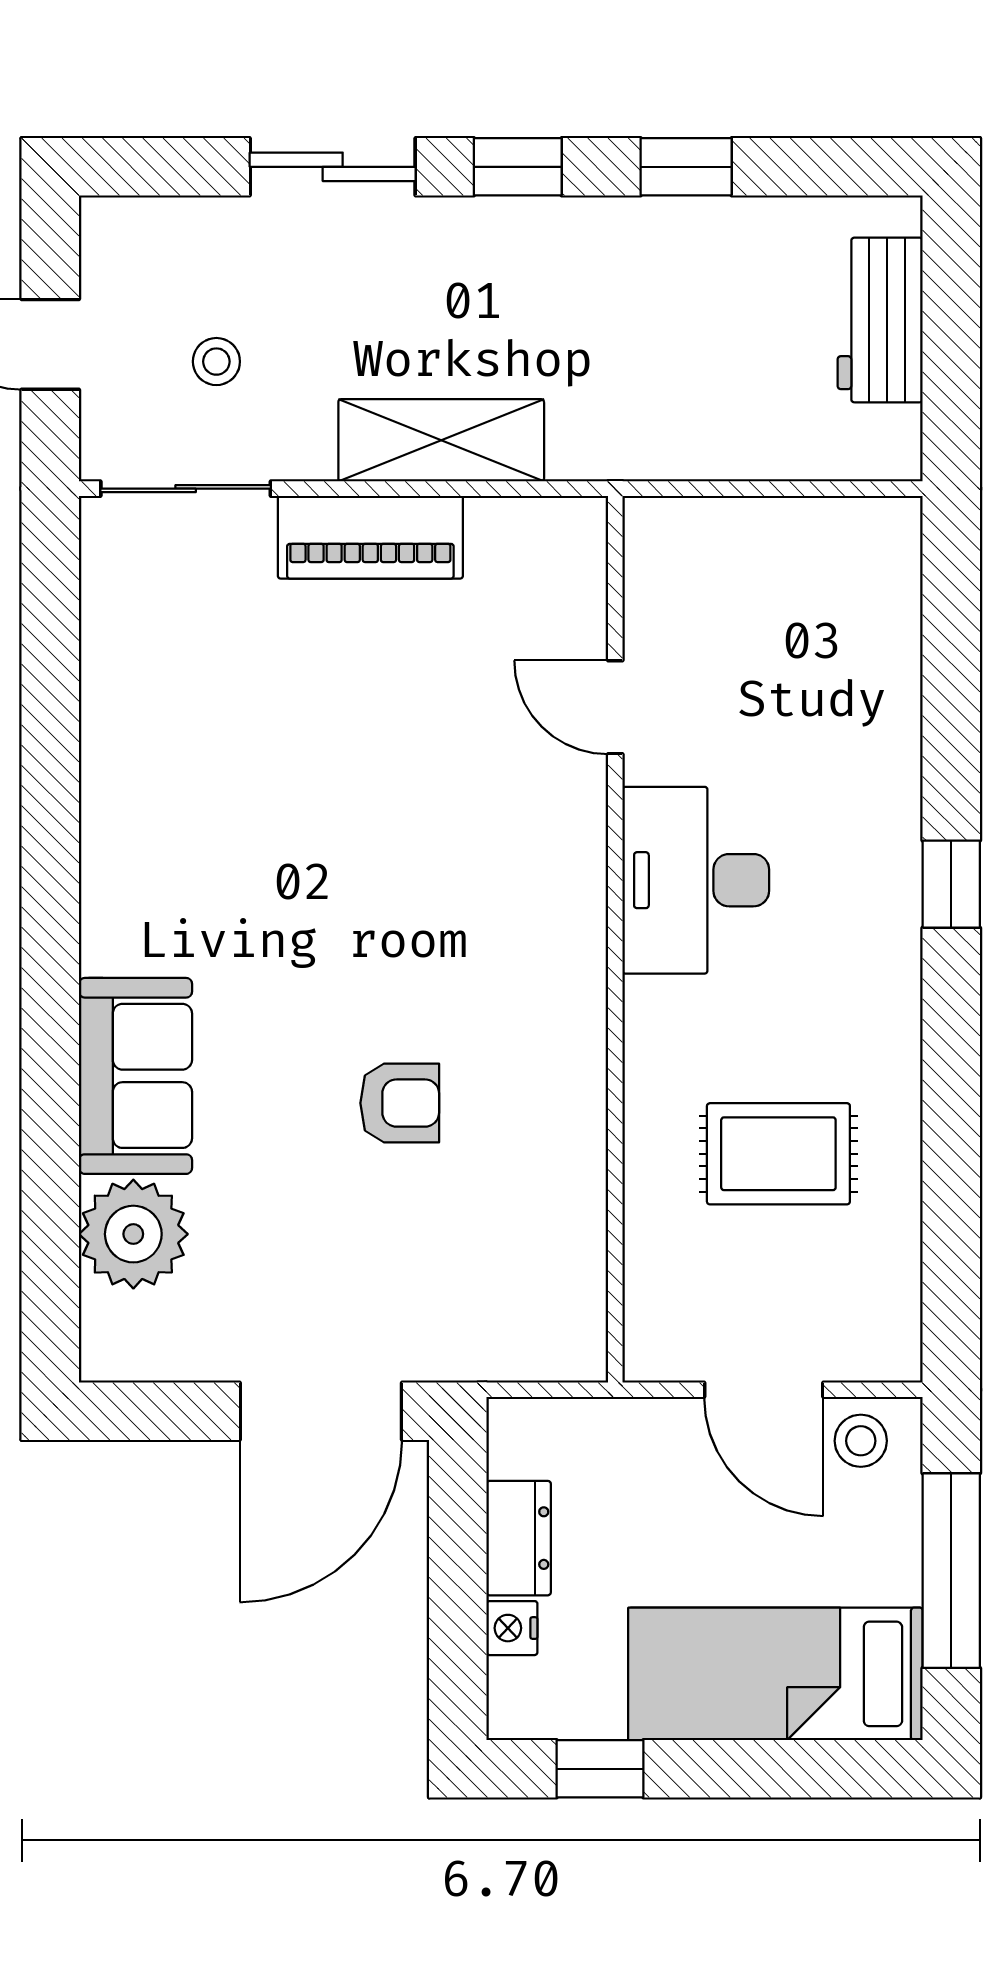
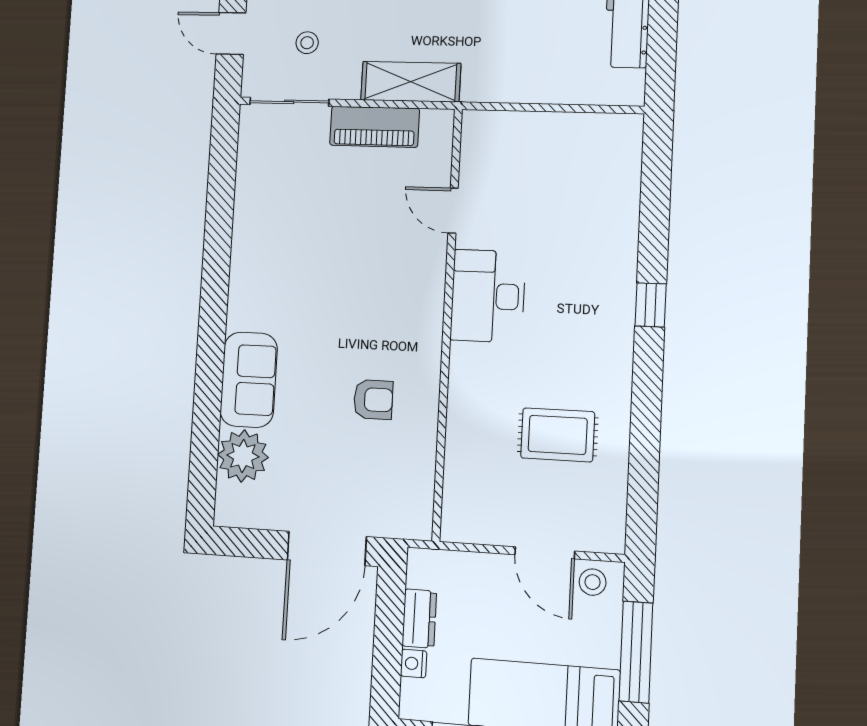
door: (615, 707) -> (453, 211), moved
desk: (696, 880) -> (488, 296), moved
wall: (615, 939) -> (447, 323), moved

